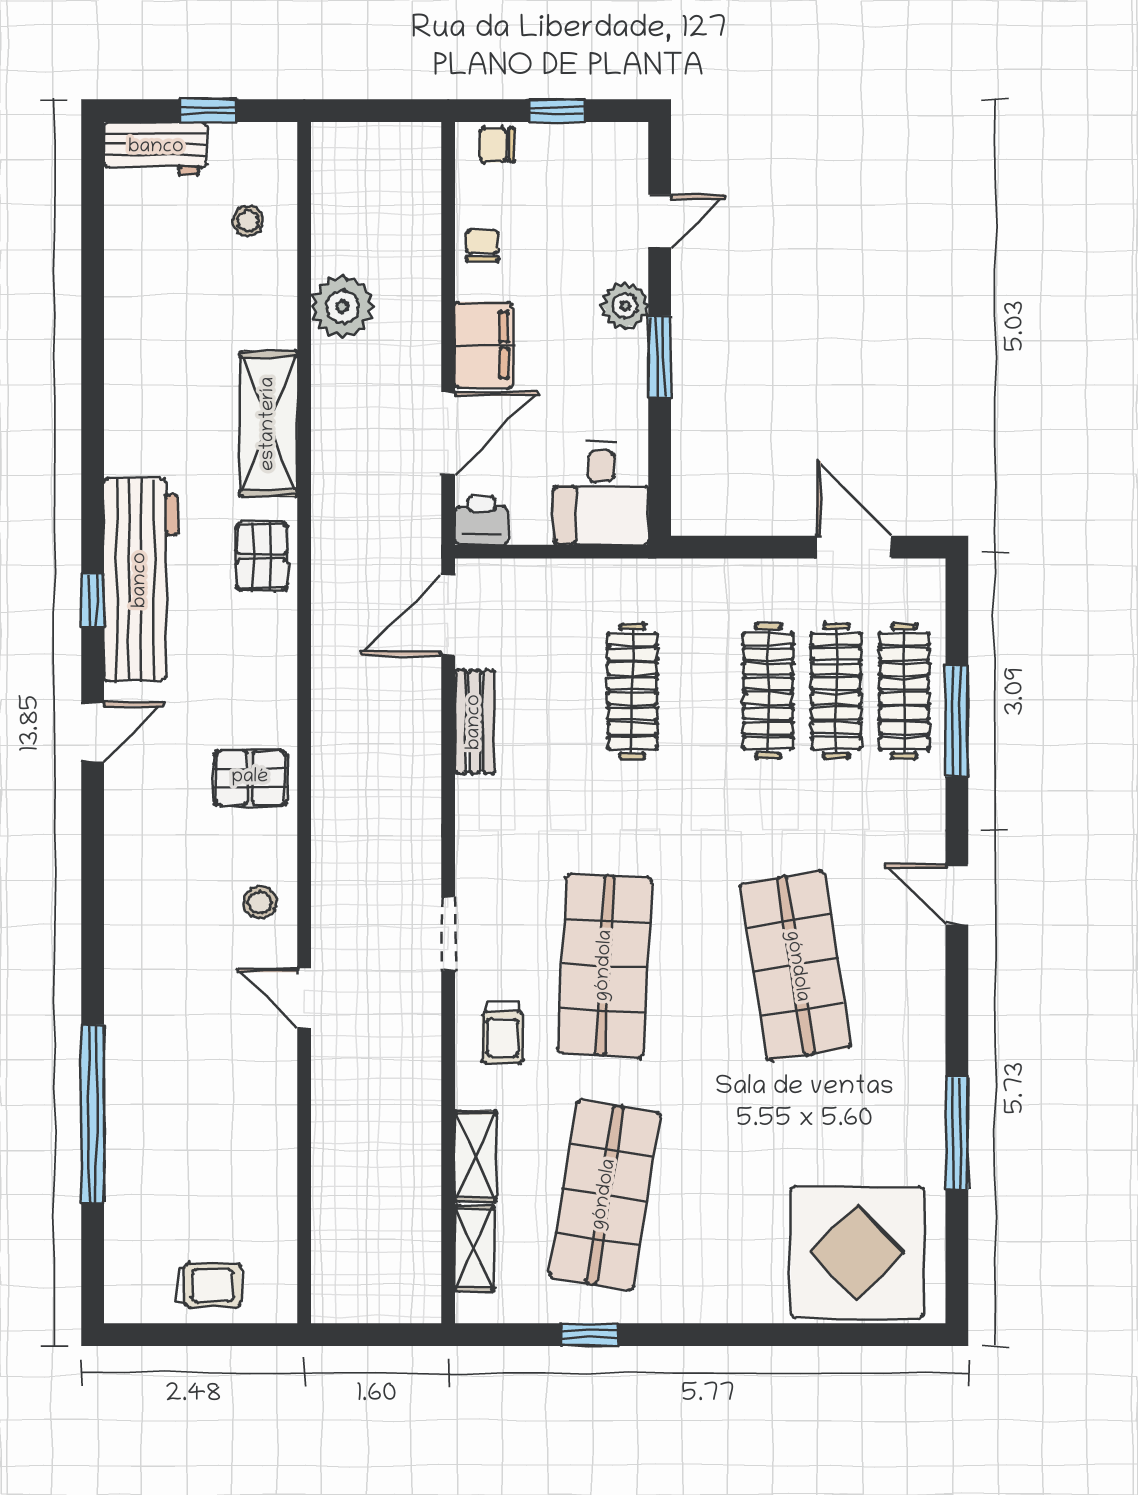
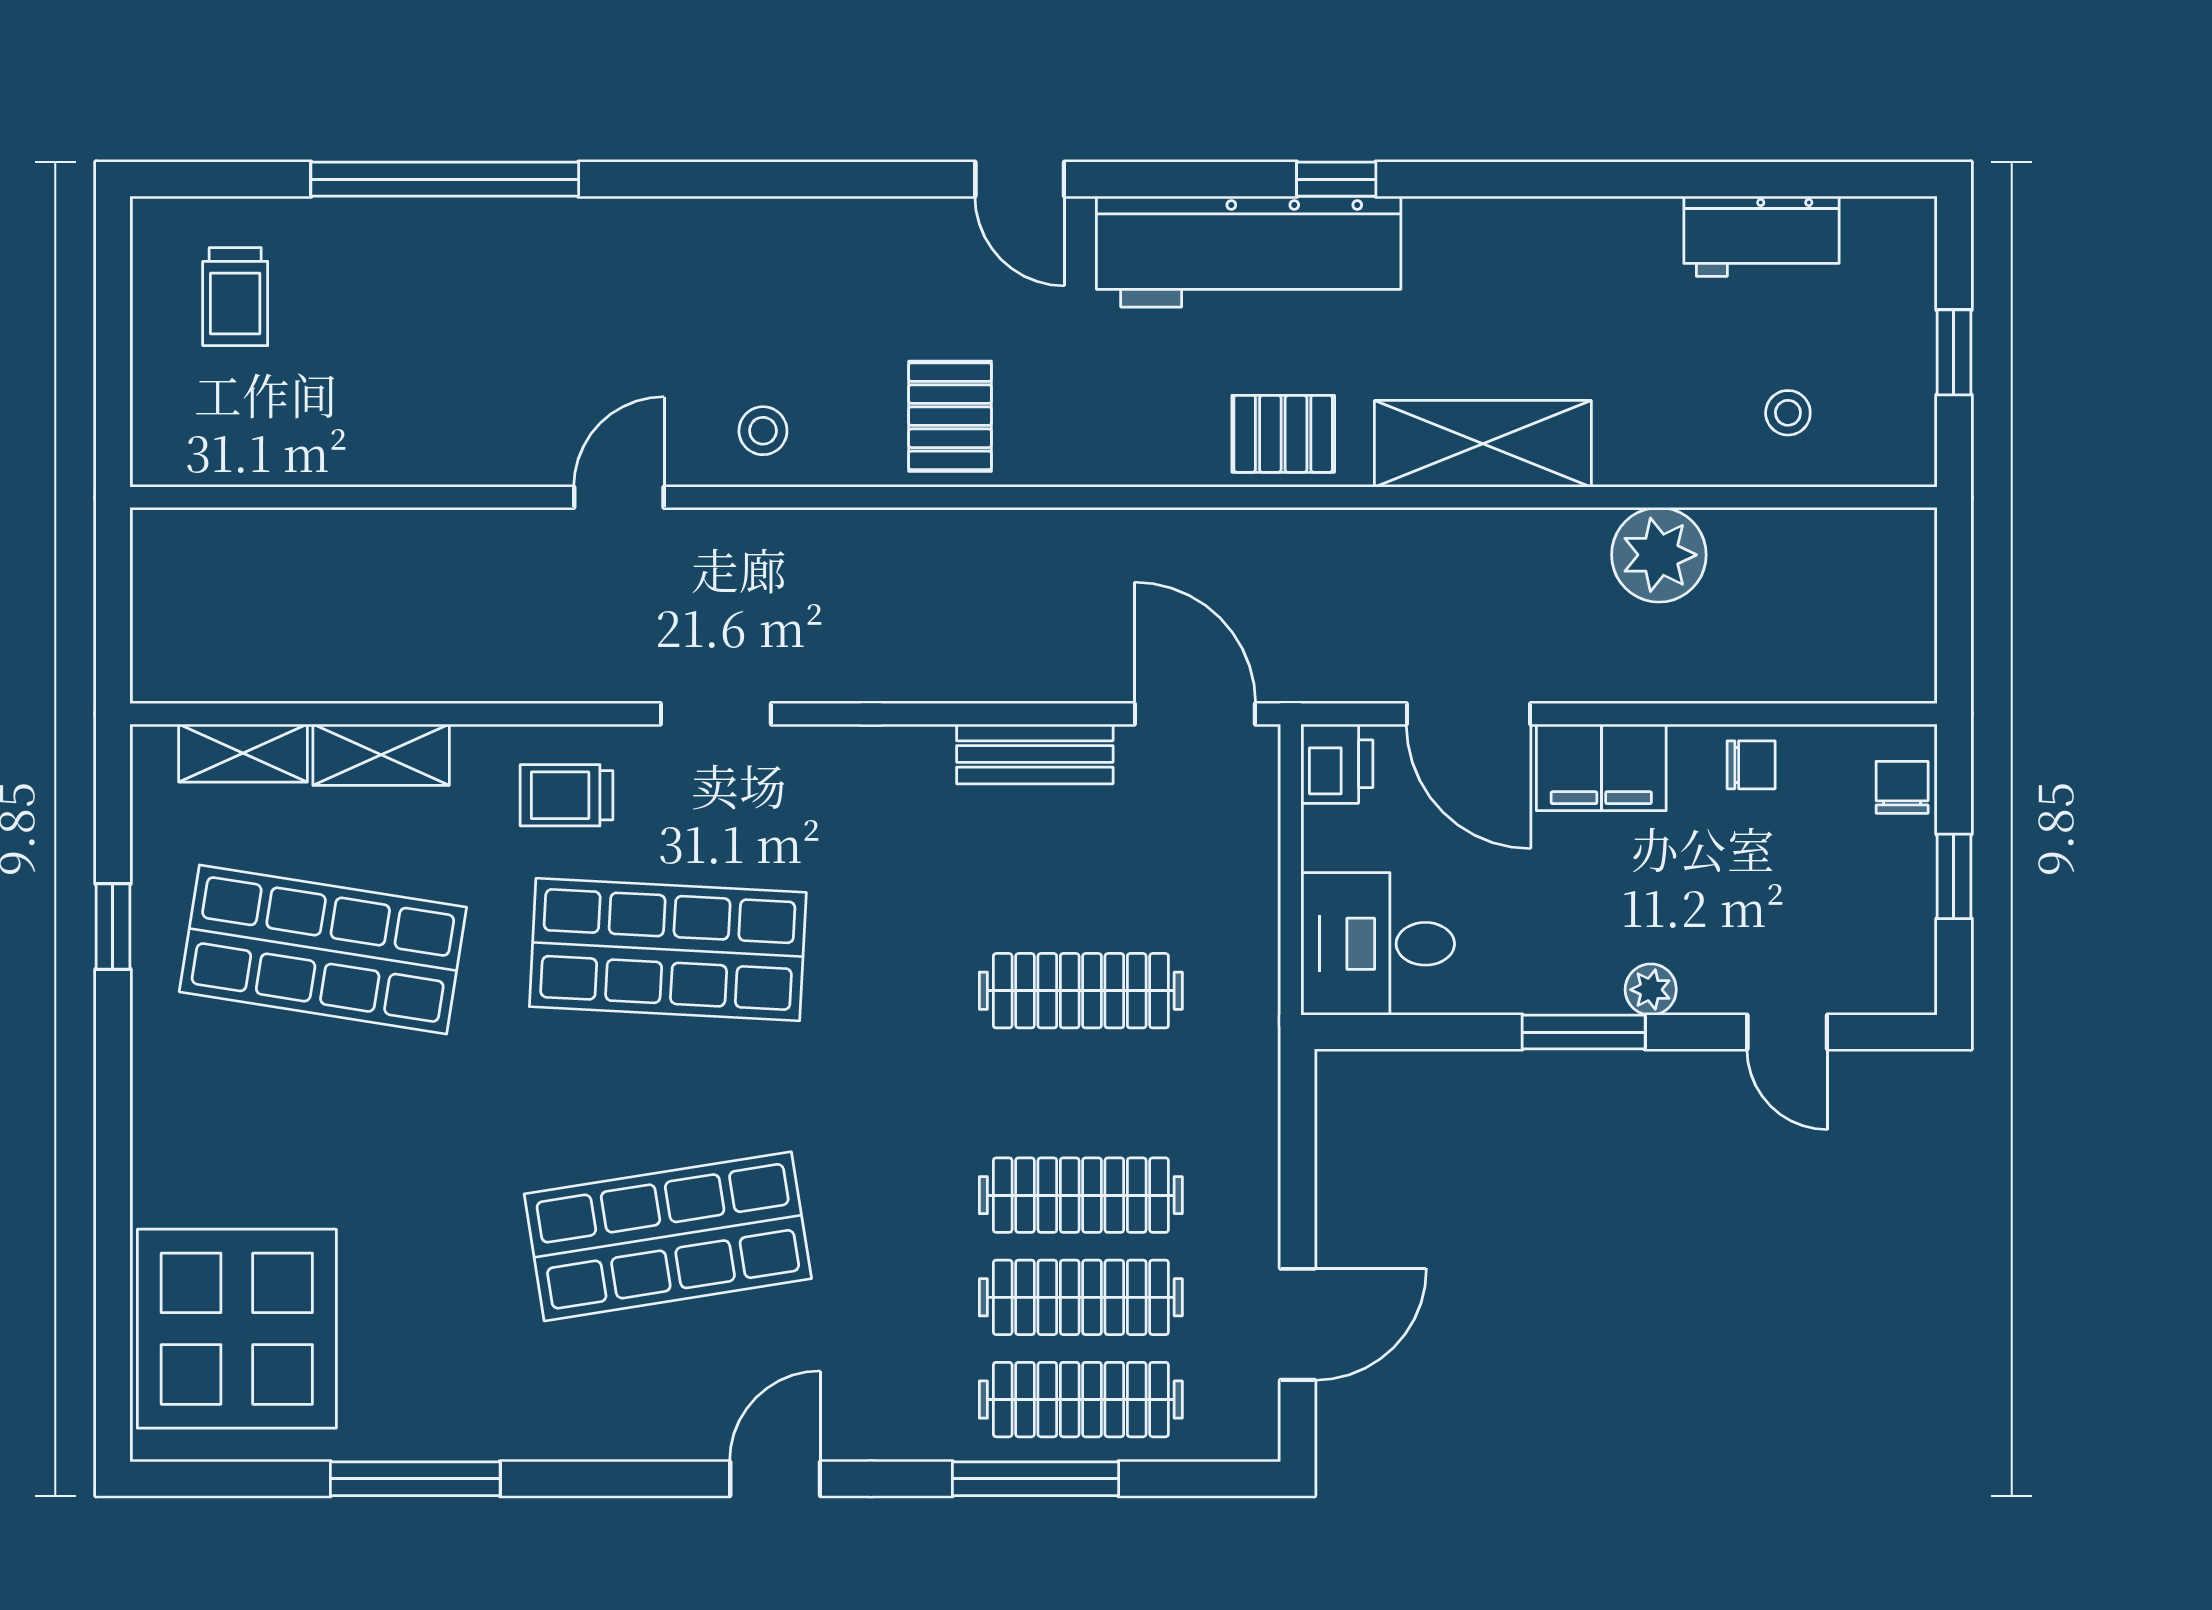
workbench: (156, 148) -> (1761, 236), moved, turned -90
plant: (625, 306) -> (1651, 990), width x0.73, depth x0.73
window: (93, 601) -> (1336, 179), moved
trolley: (208, 1285) -> (235, 297), moved

